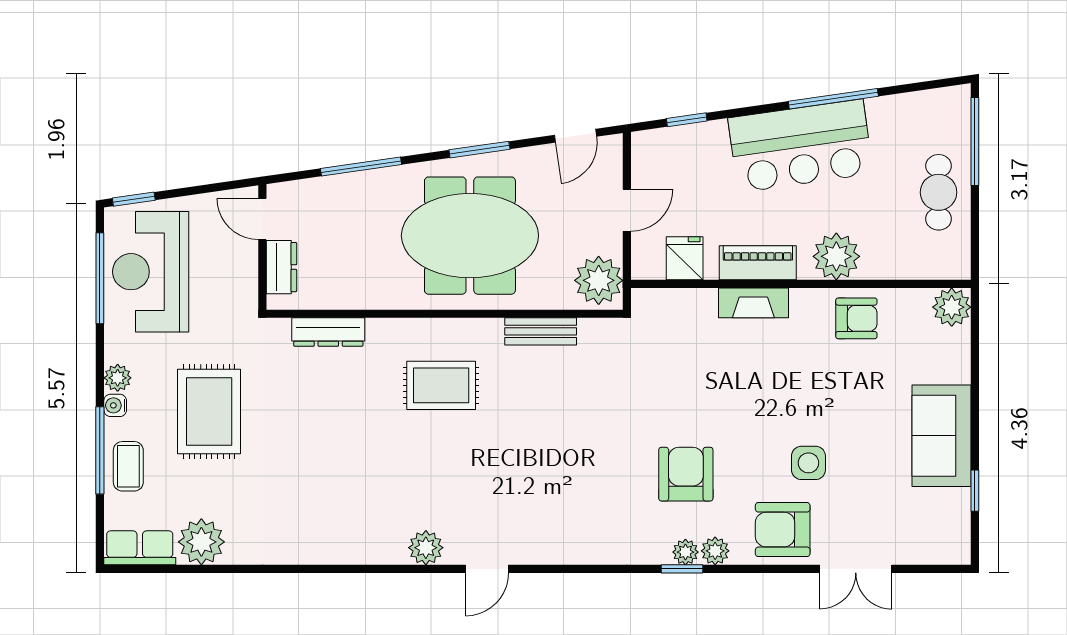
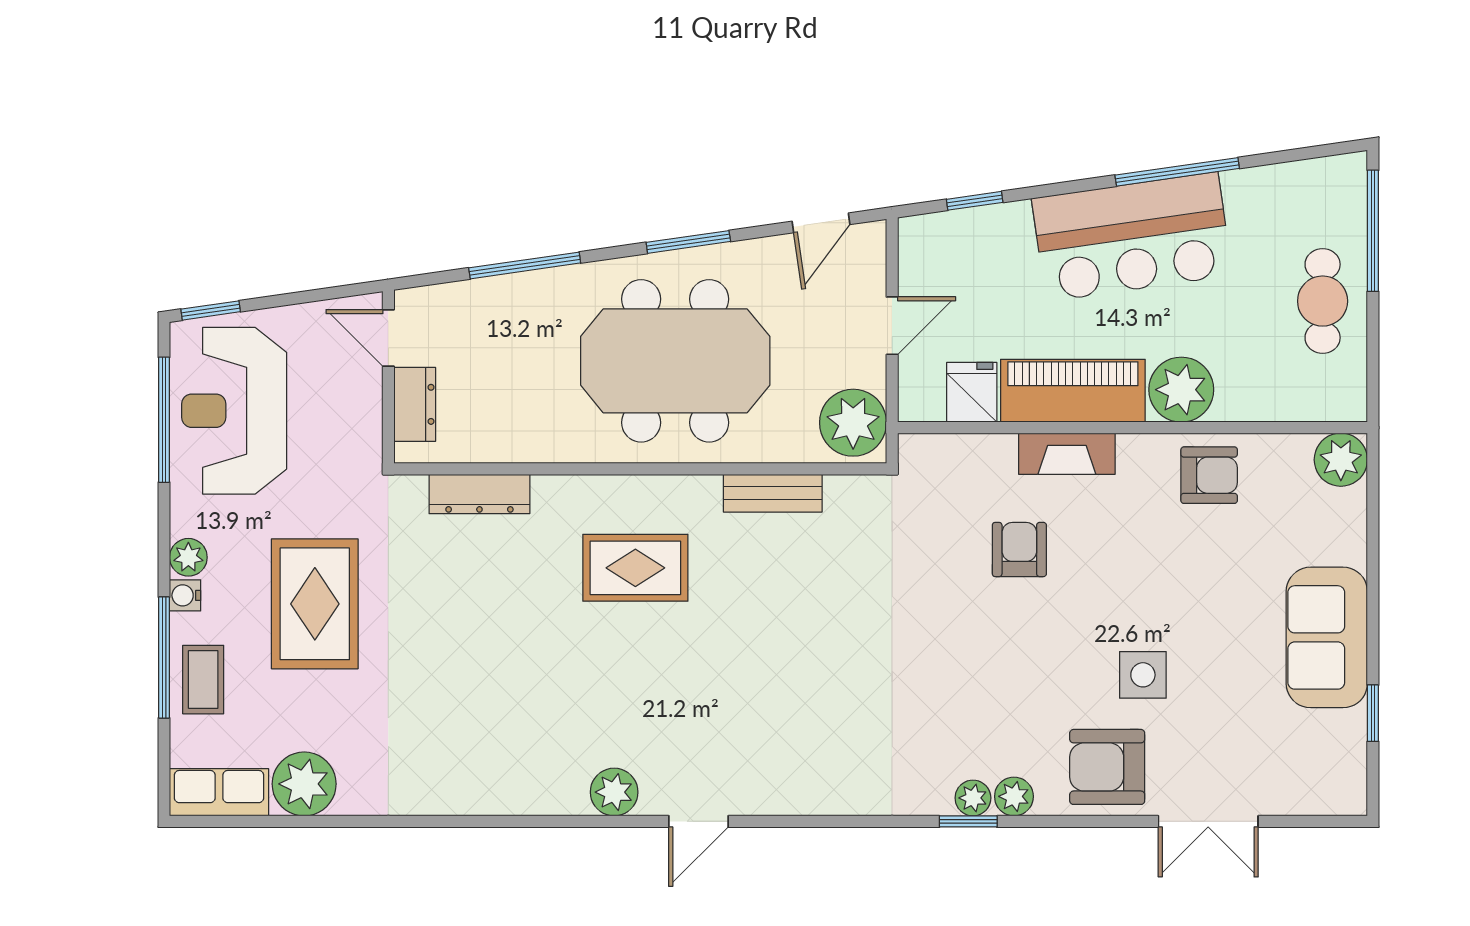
piano: (758, 263) -> (1073, 391), width x1.37, depth x1.33
armchair: (686, 474) -> (1019, 550), moved, width x0.72, depth x0.72

